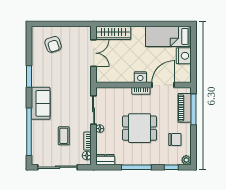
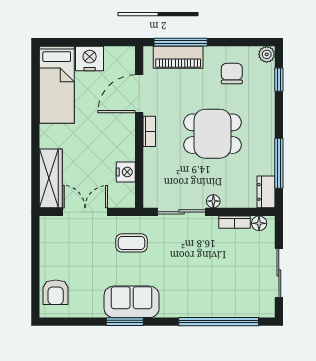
armchair: (53, 44) -> (56, 292), moved, turned 108
nightstand: (140, 77) -> (126, 172), moved
door: (163, 85) -> (139, 94), hinge flipped
sofa: (41, 103) -> (132, 302), moved
dining table: (140, 128) -> (212, 134), turned 90
coffee table: (64, 136) -> (131, 243), moved
sliding door: (58, 167) -> (279, 273), width x0.73
window: (136, 167) -> (279, 163), moved

